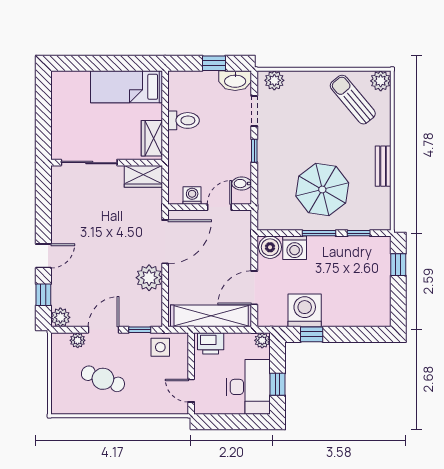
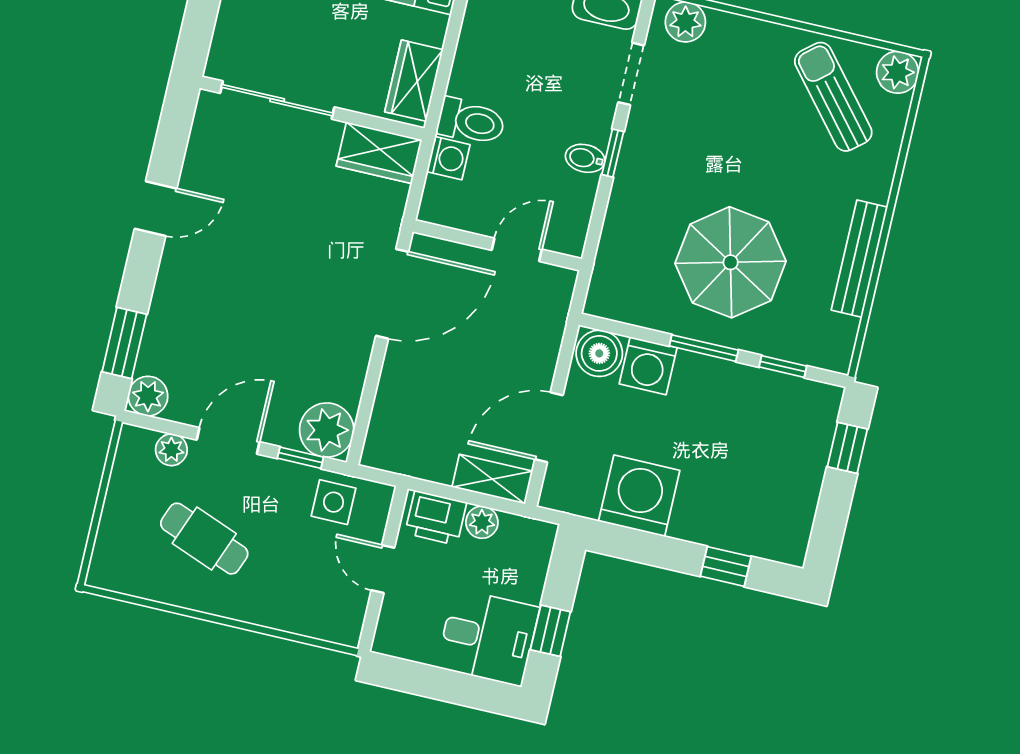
toilet: (184, 120) -> (471, 122), moved
bench: (383, 166) -> (859, 259), width x1.36
bidet: (242, 184) -> (585, 158), moved
washing machine: (192, 196) -> (448, 158), moved, turned 90
door: (43, 256) -> (156, 209), moved
plant: (149, 278) -> (327, 430), moved
window: (43, 295) -> (124, 343), width x1.50
shelving: (211, 316) -> (492, 479), width x0.45, depth x0.75
window: (312, 334) -> (726, 566), moved
plant: (262, 340) -> (482, 522), moved
desk: (249, 387) -> (488, 637), width x0.73
door: (191, 391) -> (383, 569), moved

